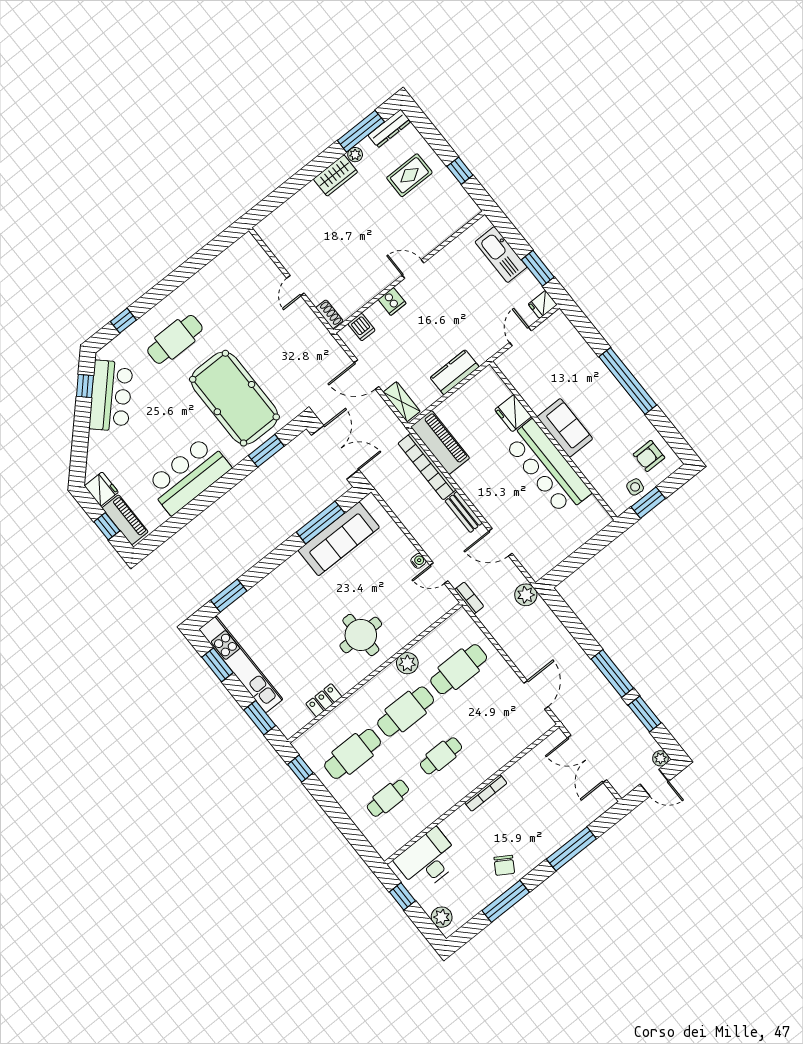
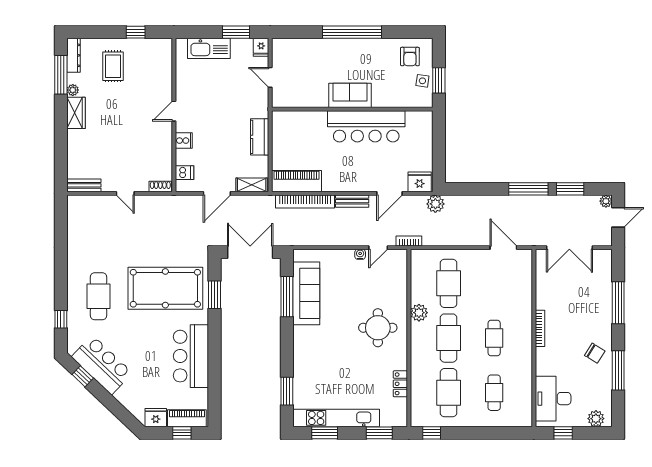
bench: (271, 239) -> (84, 185), added
fridge: (513, 413) -> (420, 182), moved, turned 180

